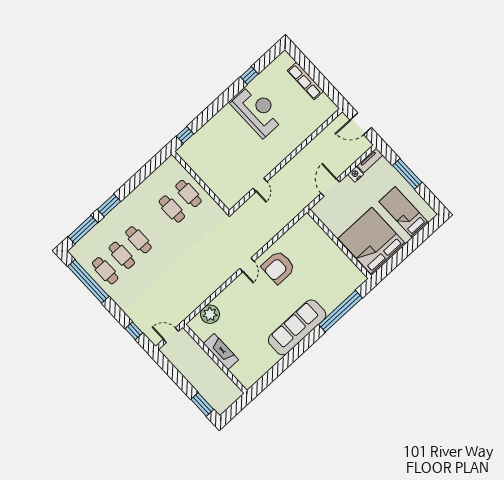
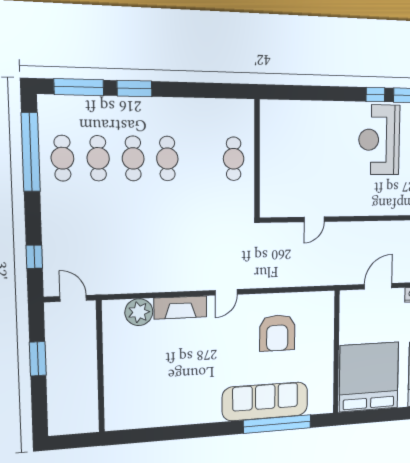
reception desk: (258, 111) -> (379, 140), turned 180
window: (185, 135) -> (375, 95), moved
cafe table: (172, 209) -> (167, 159), moved
armchair: (278, 267) -> (277, 333), moved, turned -90
sofa: (297, 327) -> (265, 401), moved
fireplace: (221, 352) -> (180, 308), moved, turned 90
window: (202, 404) -> (38, 359), moved

